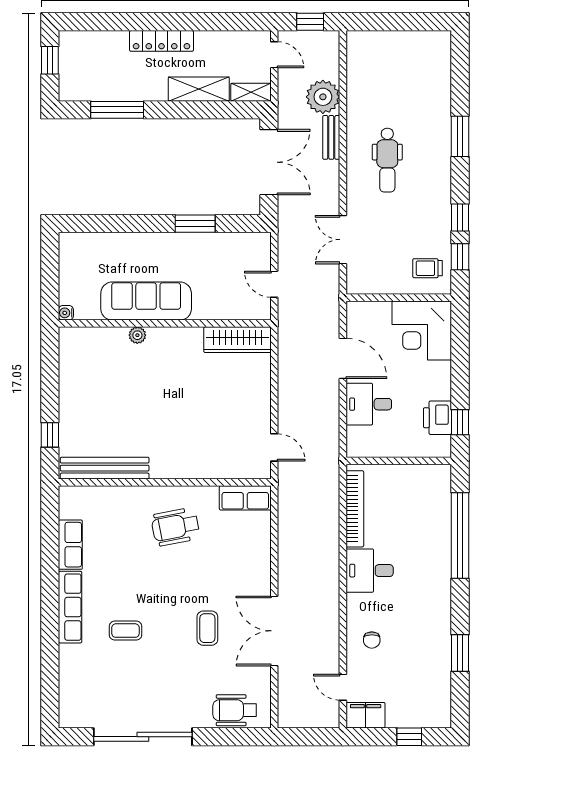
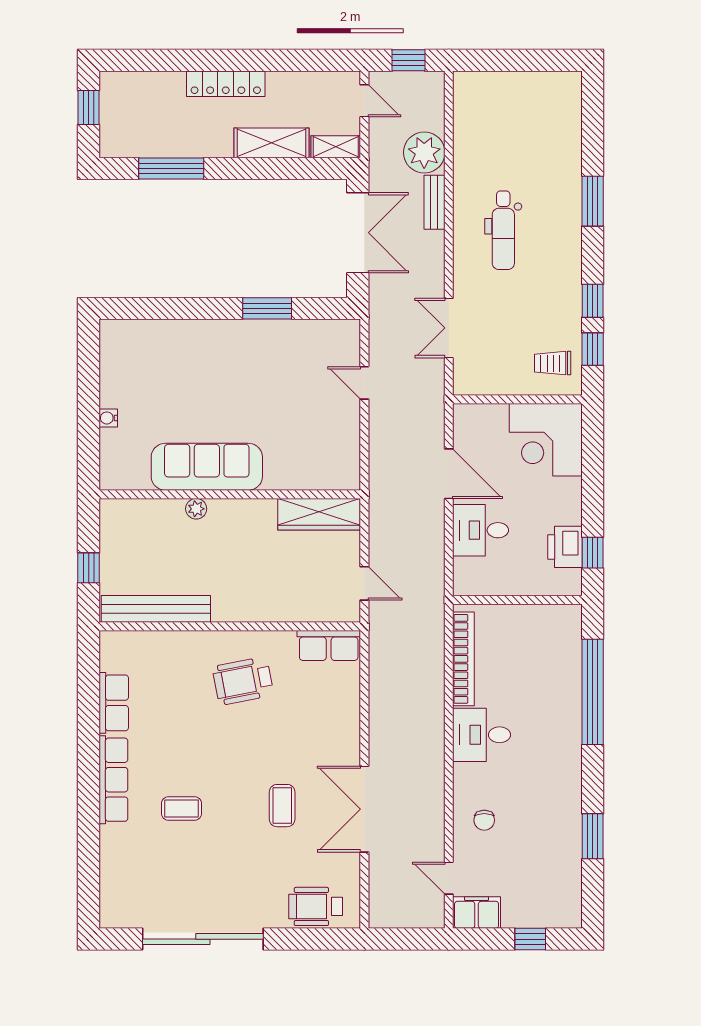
sofa: (146, 301) -> (207, 467), moved
wall: (165, 323) -> (230, 494), moved
plant: (137, 335) -> (196, 509), moved
wardrobe: (237, 340) -> (319, 514), moved

